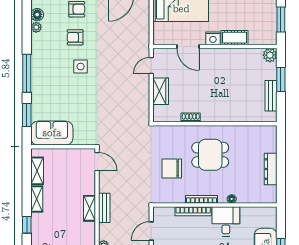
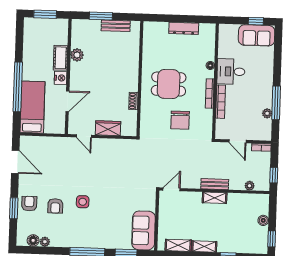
plant: (270, 55) -> (77, 55), moved
dining table: (210, 155) -> (169, 84), turned 90

